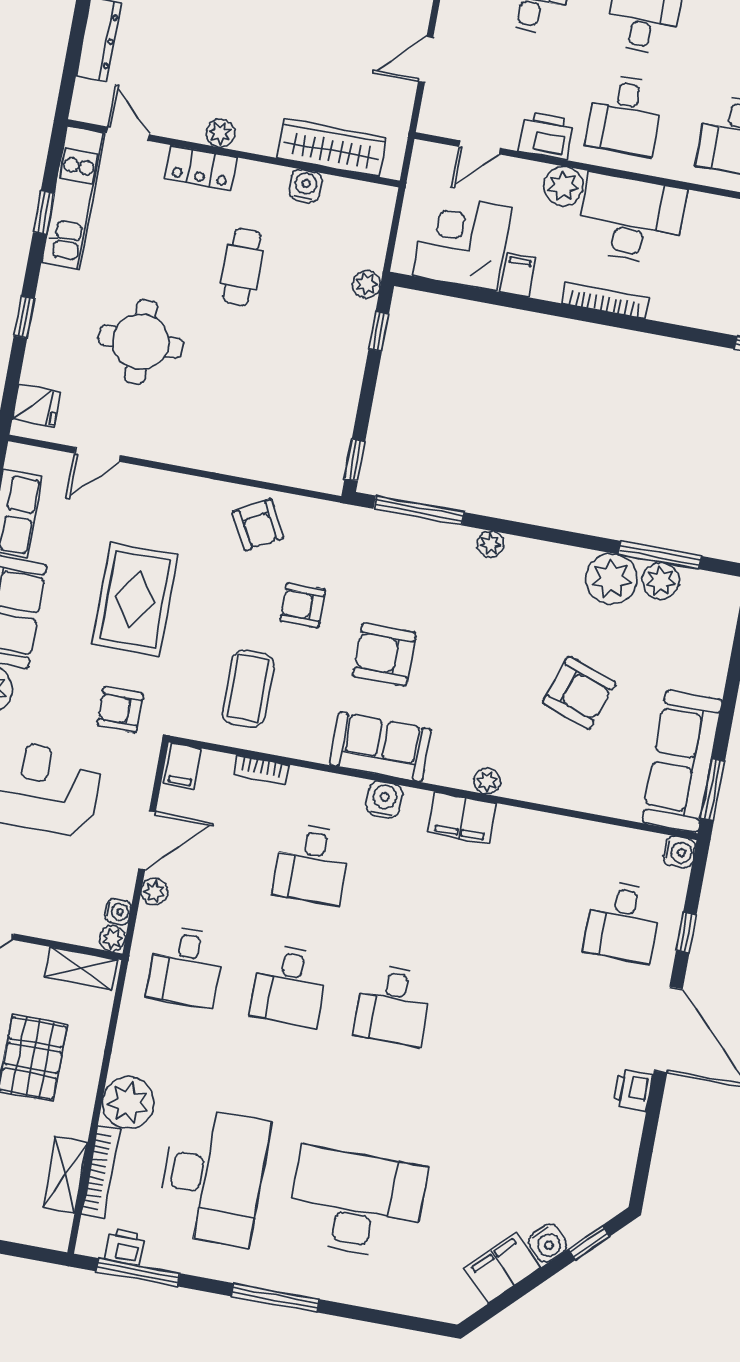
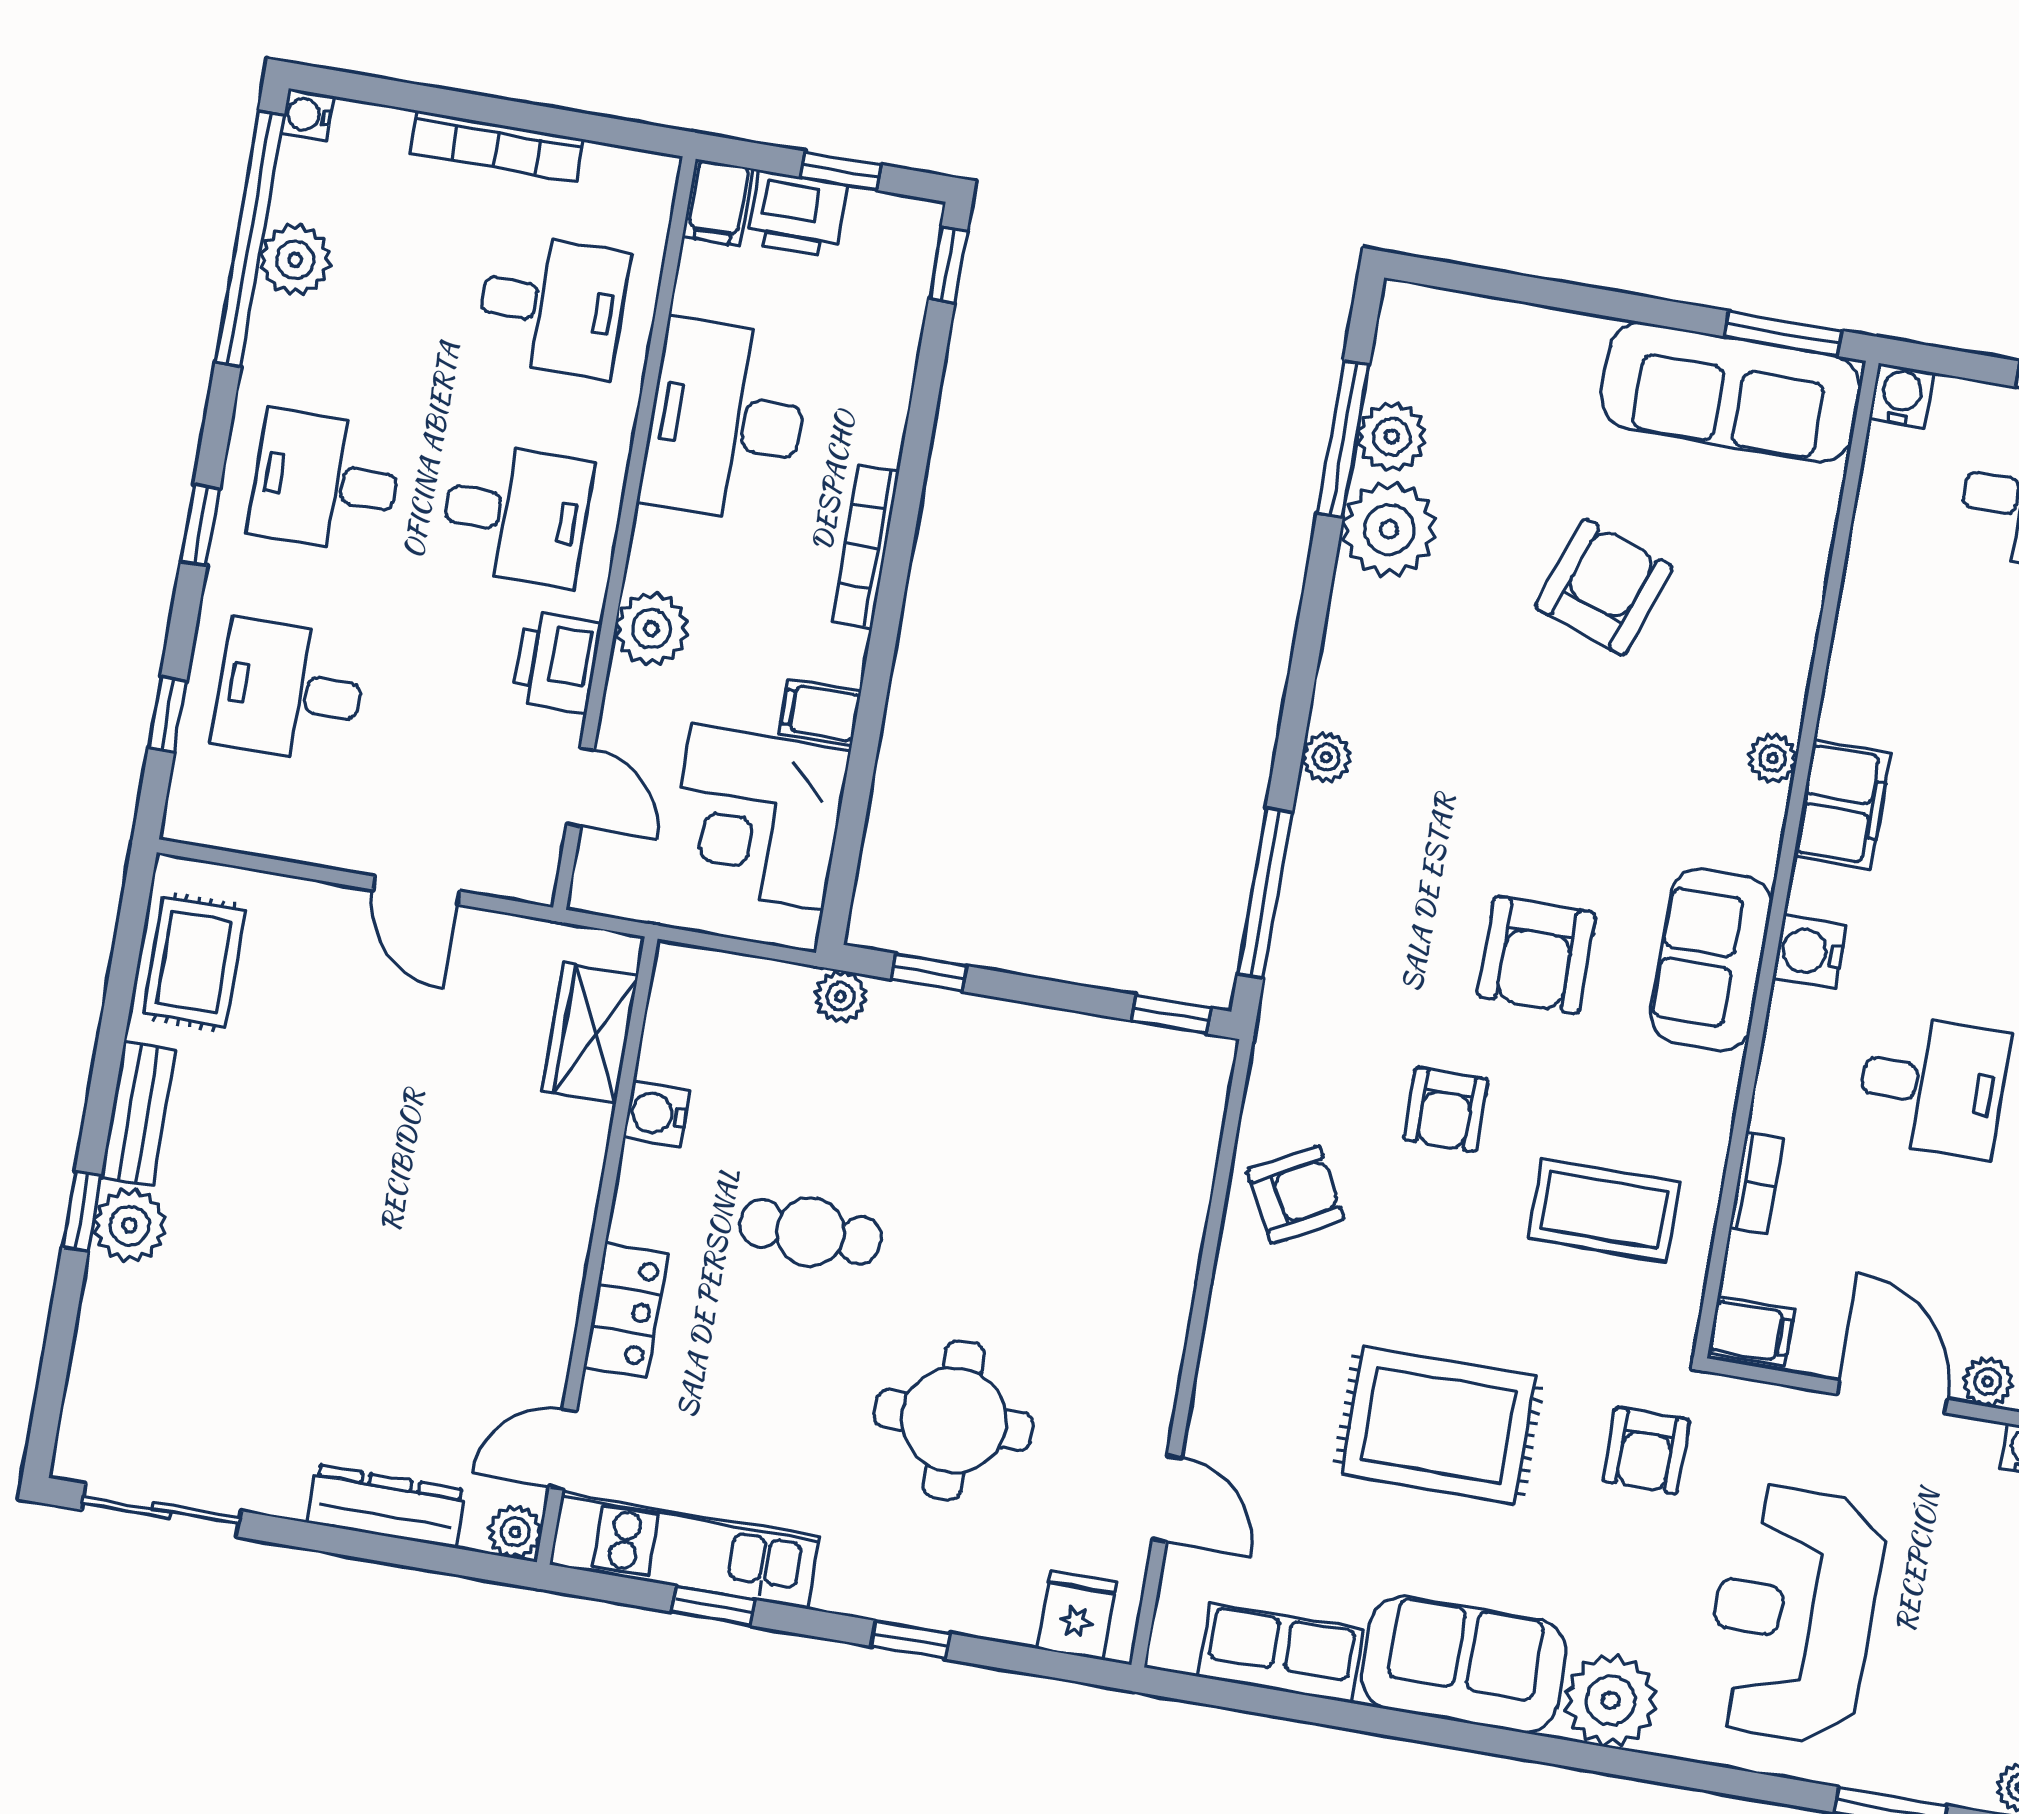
plant: (220, 133) -> (515, 1532), moved
wardrobe: (332, 148) -> (590, 1033), width x0.67
desk: (631, 219) -> (726, 421), moved

